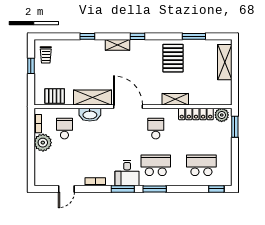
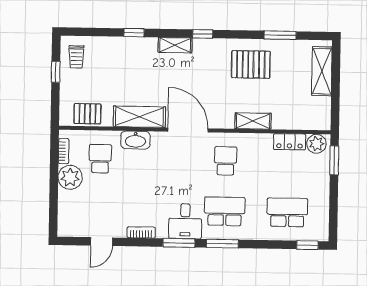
pallet: (173, 58) -> (251, 64), turned 90
locker: (196, 114) -> (290, 142), width x0.66

